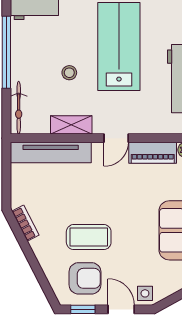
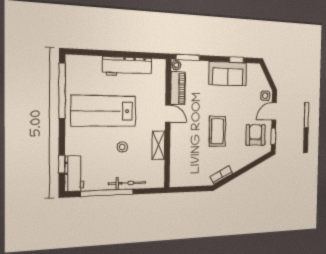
bicycle: (19, 108) -> (127, 183), moved
tv unit: (51, 153) -> (177, 159), removed
coffee table: (89, 237) -> (217, 131), moved

